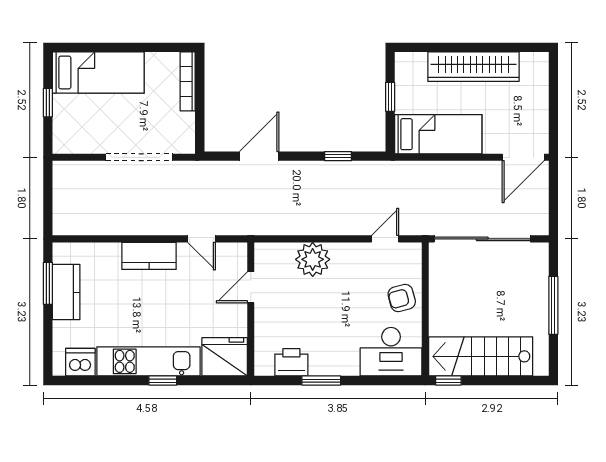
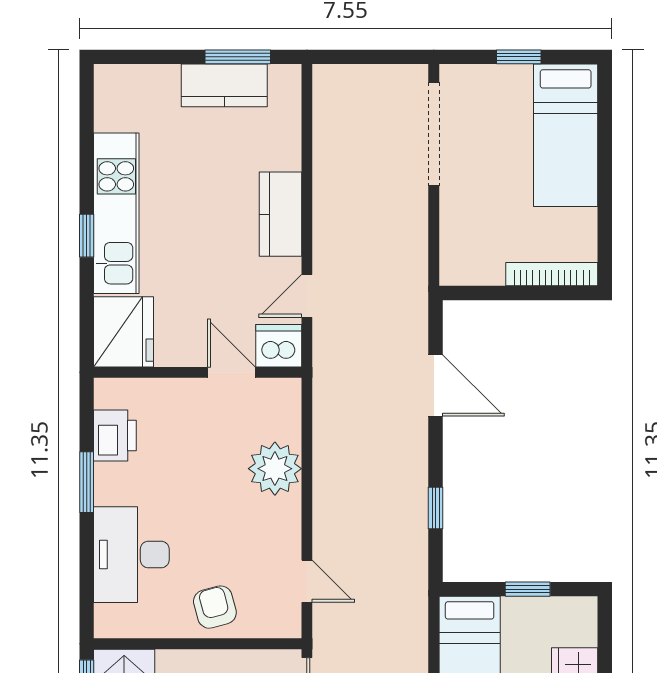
doorway: (139, 157) -> (434, 134), moved
desk: (391, 352) -> (131, 555), moved
dishwasher: (80, 362) -> (279, 346), moved, turned -90

